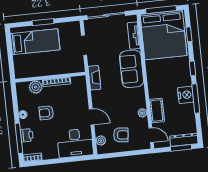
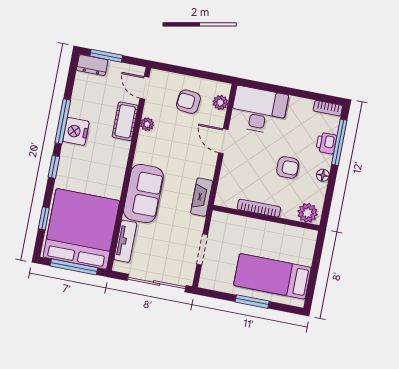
plant: (36, 87) -> (307, 213), moved
dresser: (184, 140) -> (92, 65), width x0.70

